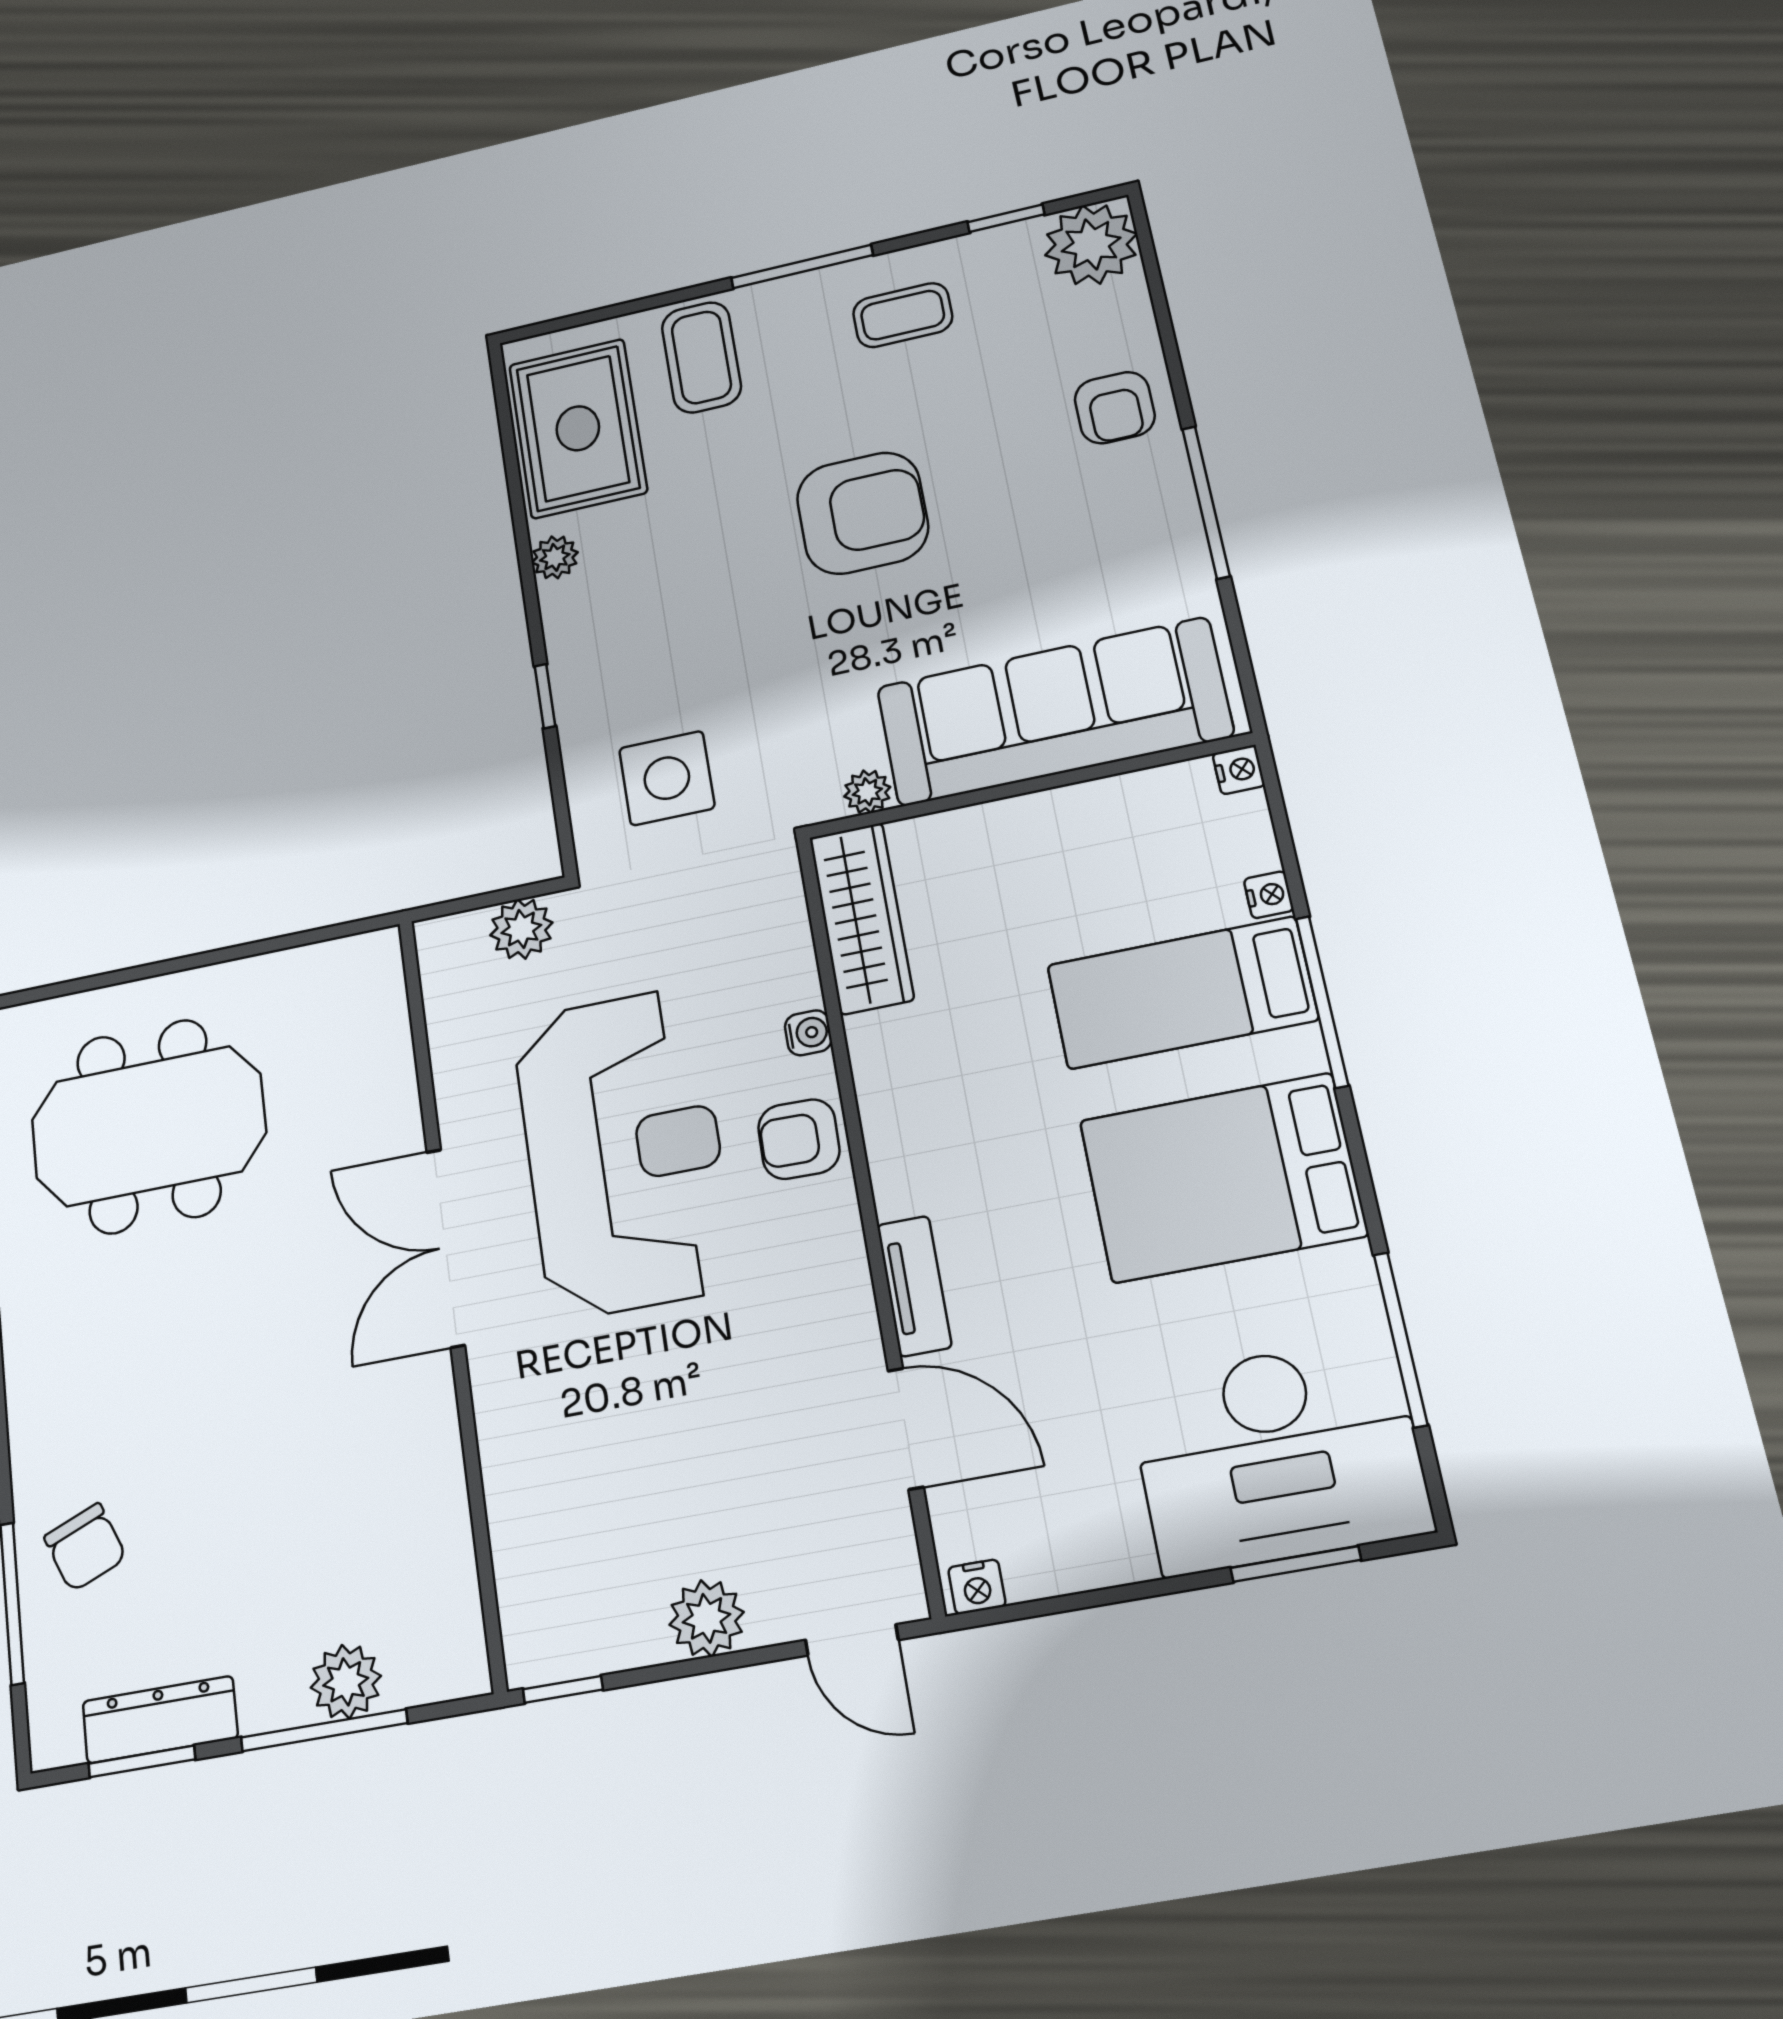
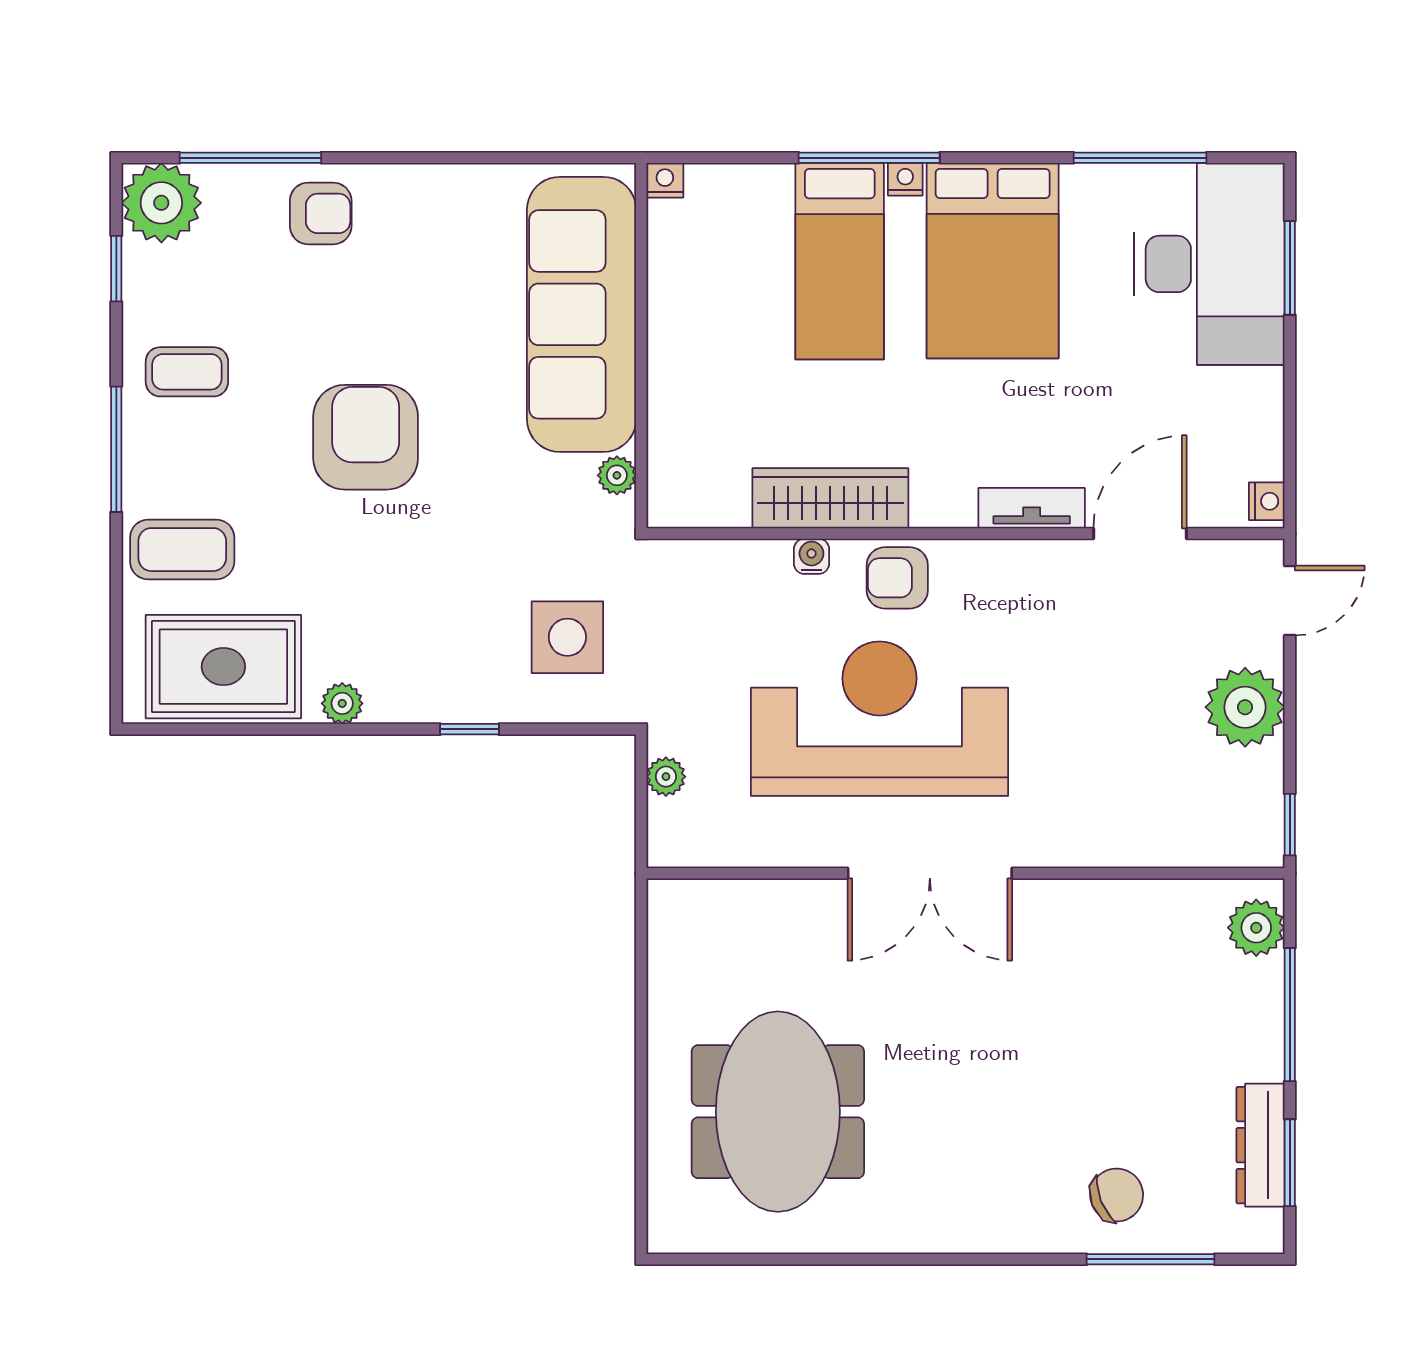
coffee table: (903, 315) -> (187, 372), turned 90
window: (1206, 502) -> (250, 158), moved
nightstand: (1269, 895) -> (905, 179), moved
wardrobe: (861, 918) -> (830, 498), moved
plant: (521, 929) -> (666, 777), width x0.73, depth x0.73
armchair: (799, 1139) -> (897, 578), turned 89
plant: (707, 1618) -> (1245, 707), width x1.36, depth x1.36
plant: (346, 1682) -> (1256, 928), moved

